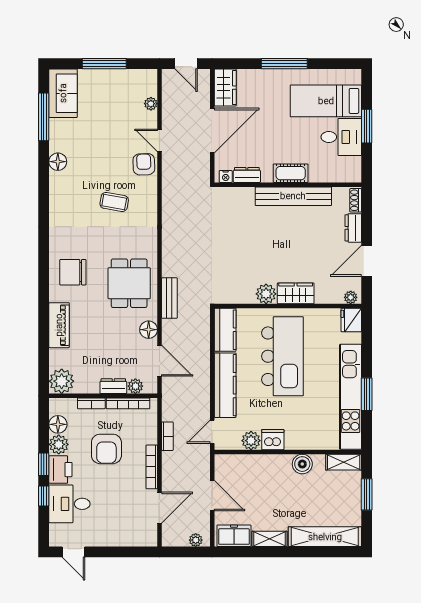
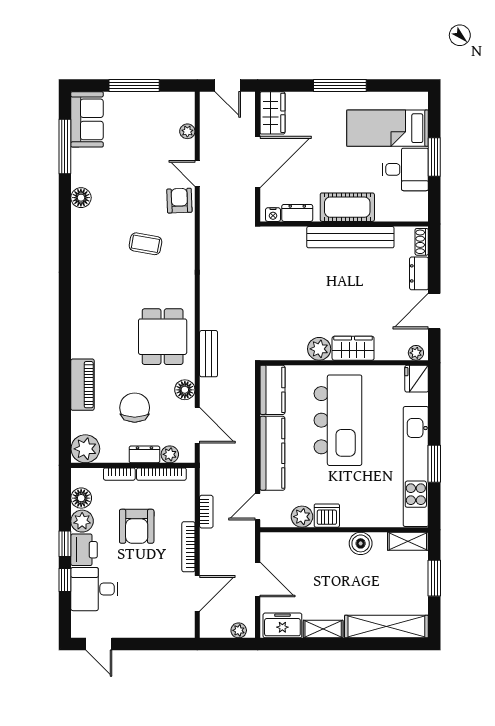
cot: (291, 173) -> (347, 207), width x1.37, depth x1.34
chair: (73, 272) -> (135, 408), moved, turned 90

